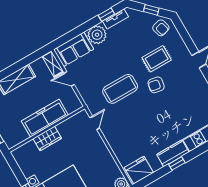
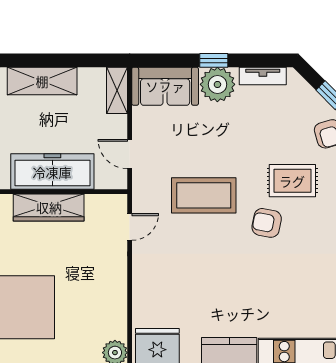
window: (106, 15) -> (214, 60), moved
door: (69, 79) -> (130, 154), moved
wardrobe: (47, 138) -> (49, 207), width x1.50

